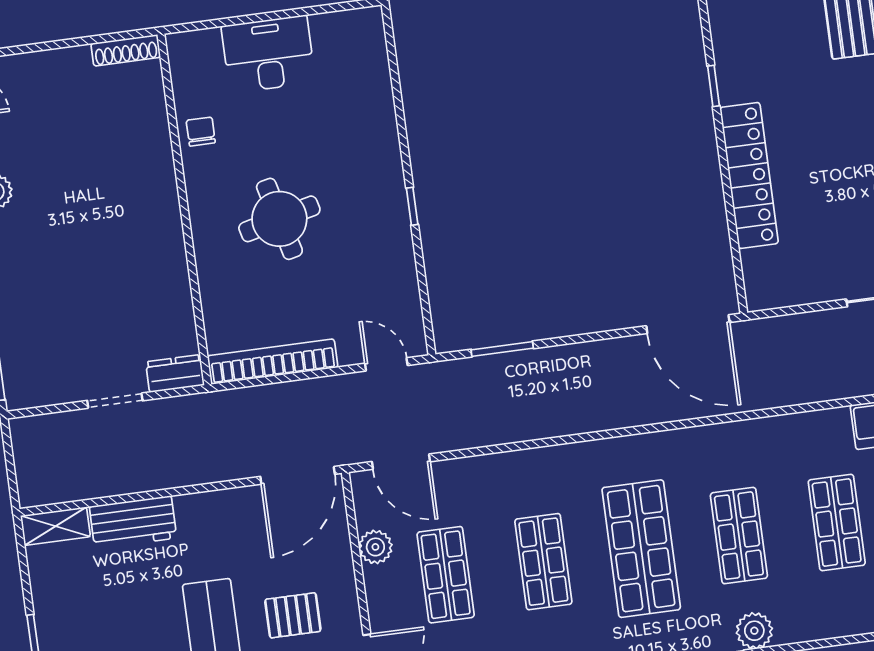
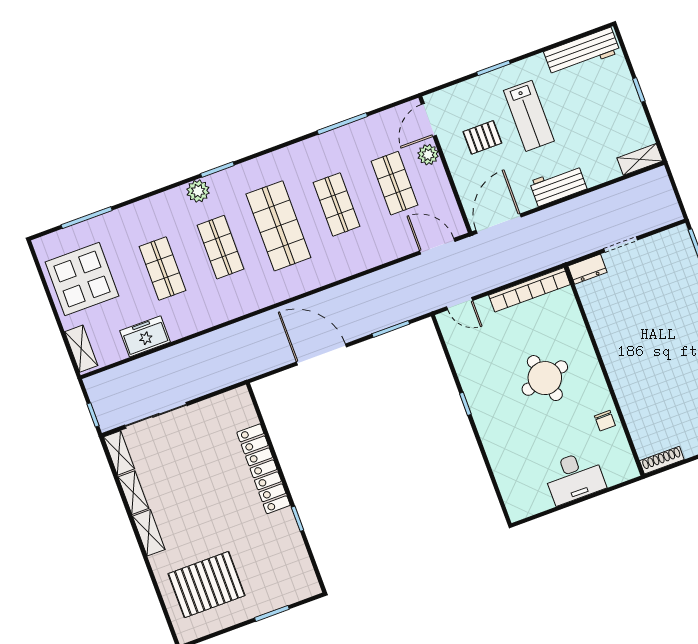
door: (688, 324) -> (321, 354), moved
workbench: (133, 522) -> (558, 185), moved
plant: (375, 547) -> (428, 155), moved

